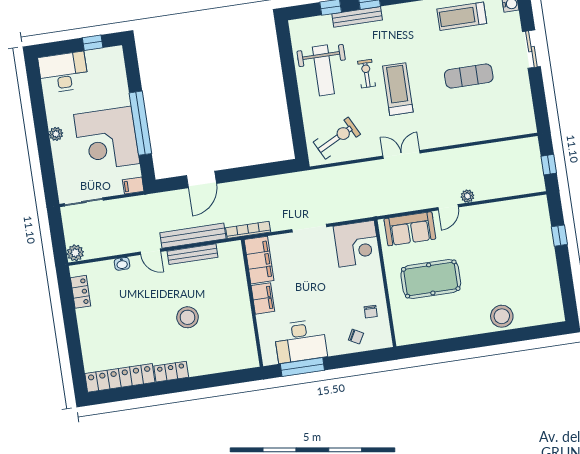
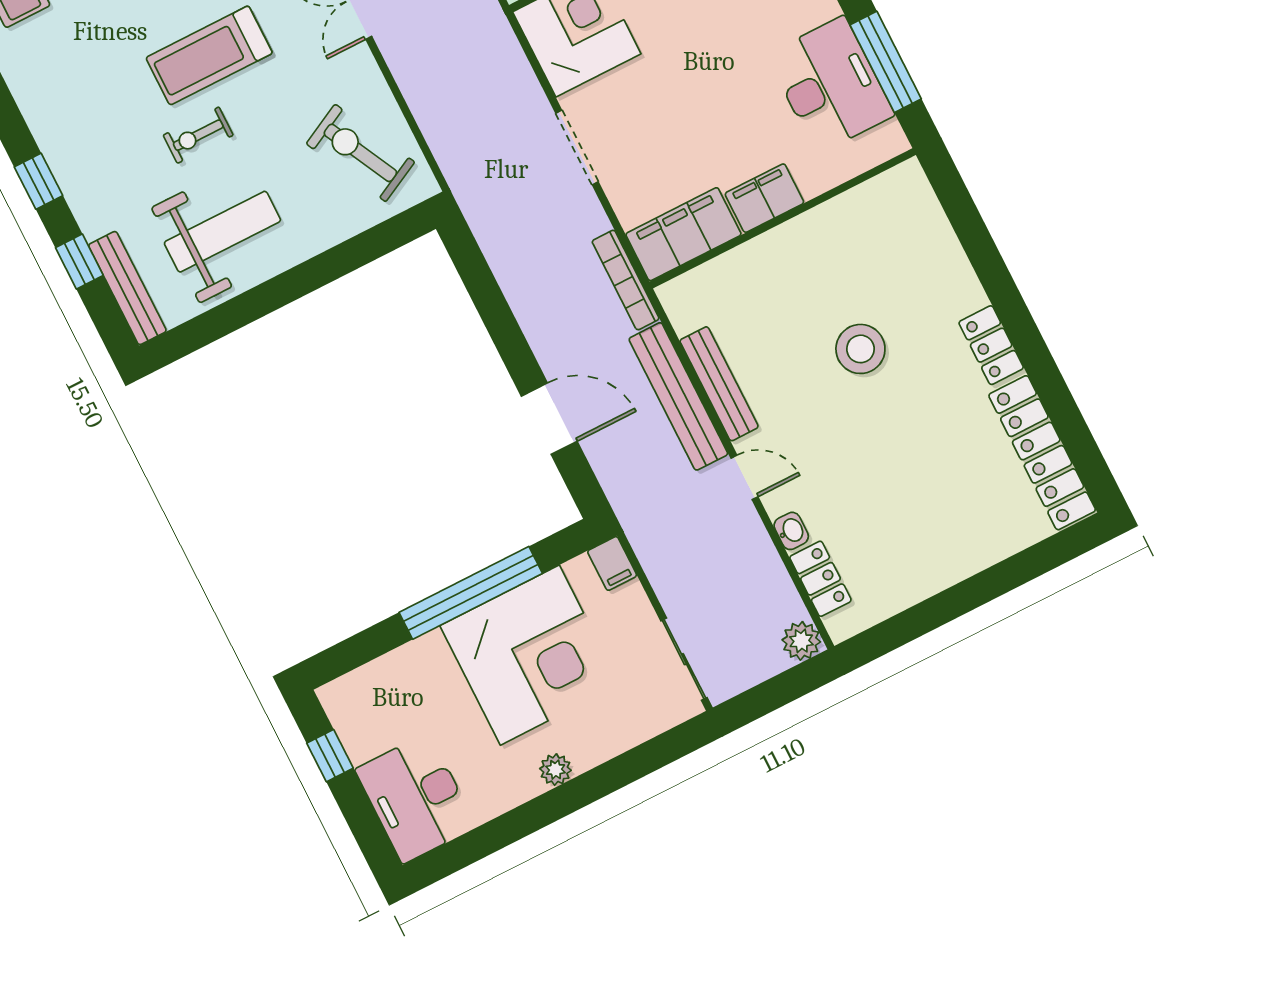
bench: (357, 17) -> (127, 288), moved
door: (150, 252) -> (744, 477), hinge flipped
locker: (81, 292) -> (820, 579), moved, turned 90

